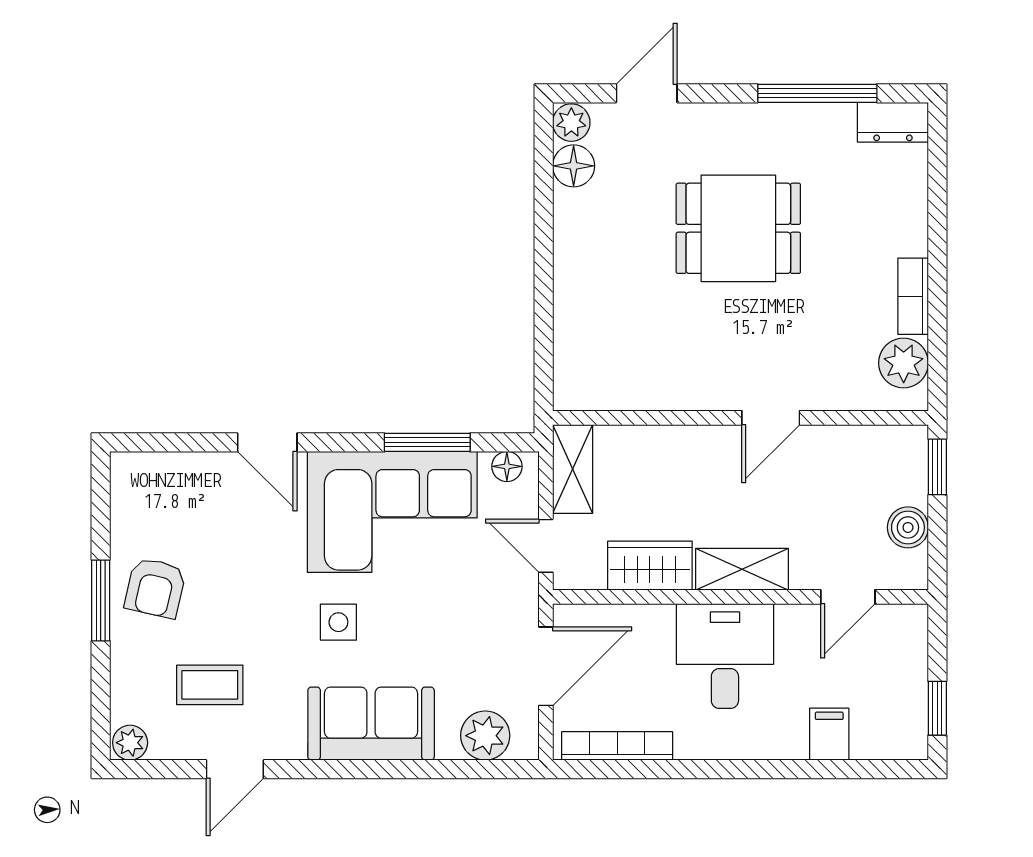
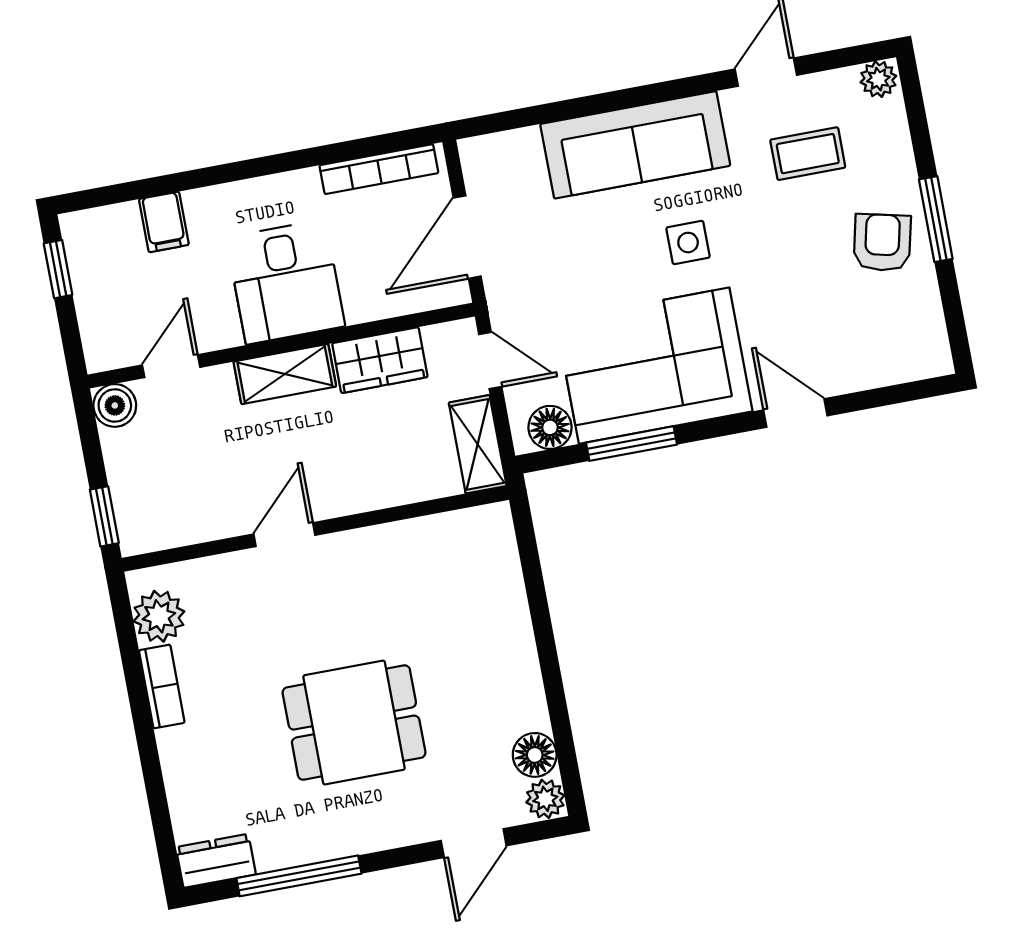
floor lamp: (507, 466) -> (550, 427), width x1.37, depth x1.37
boiler: (908, 527) -> (115, 405), moved
sofa: (371, 724) -> (635, 145), width x1.36
plant: (485, 736) -> (516, 154), removed

